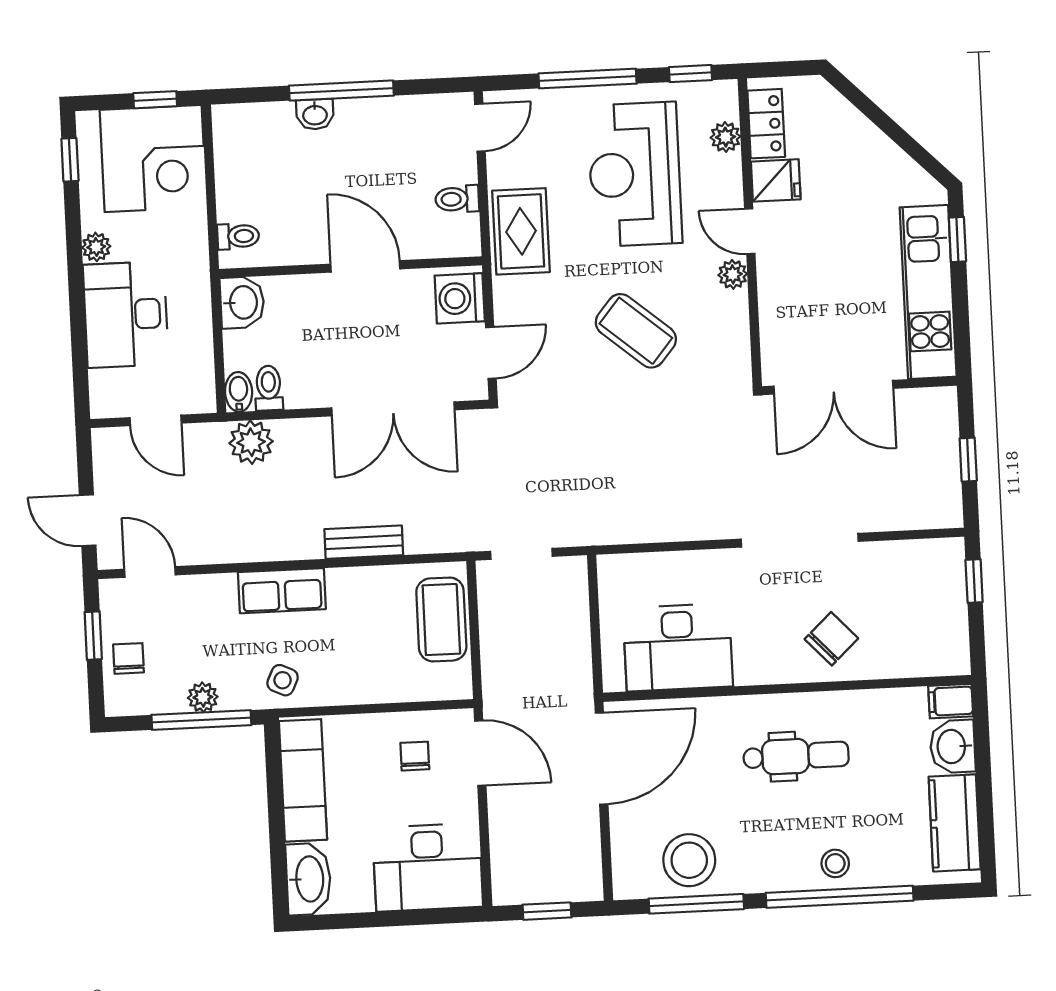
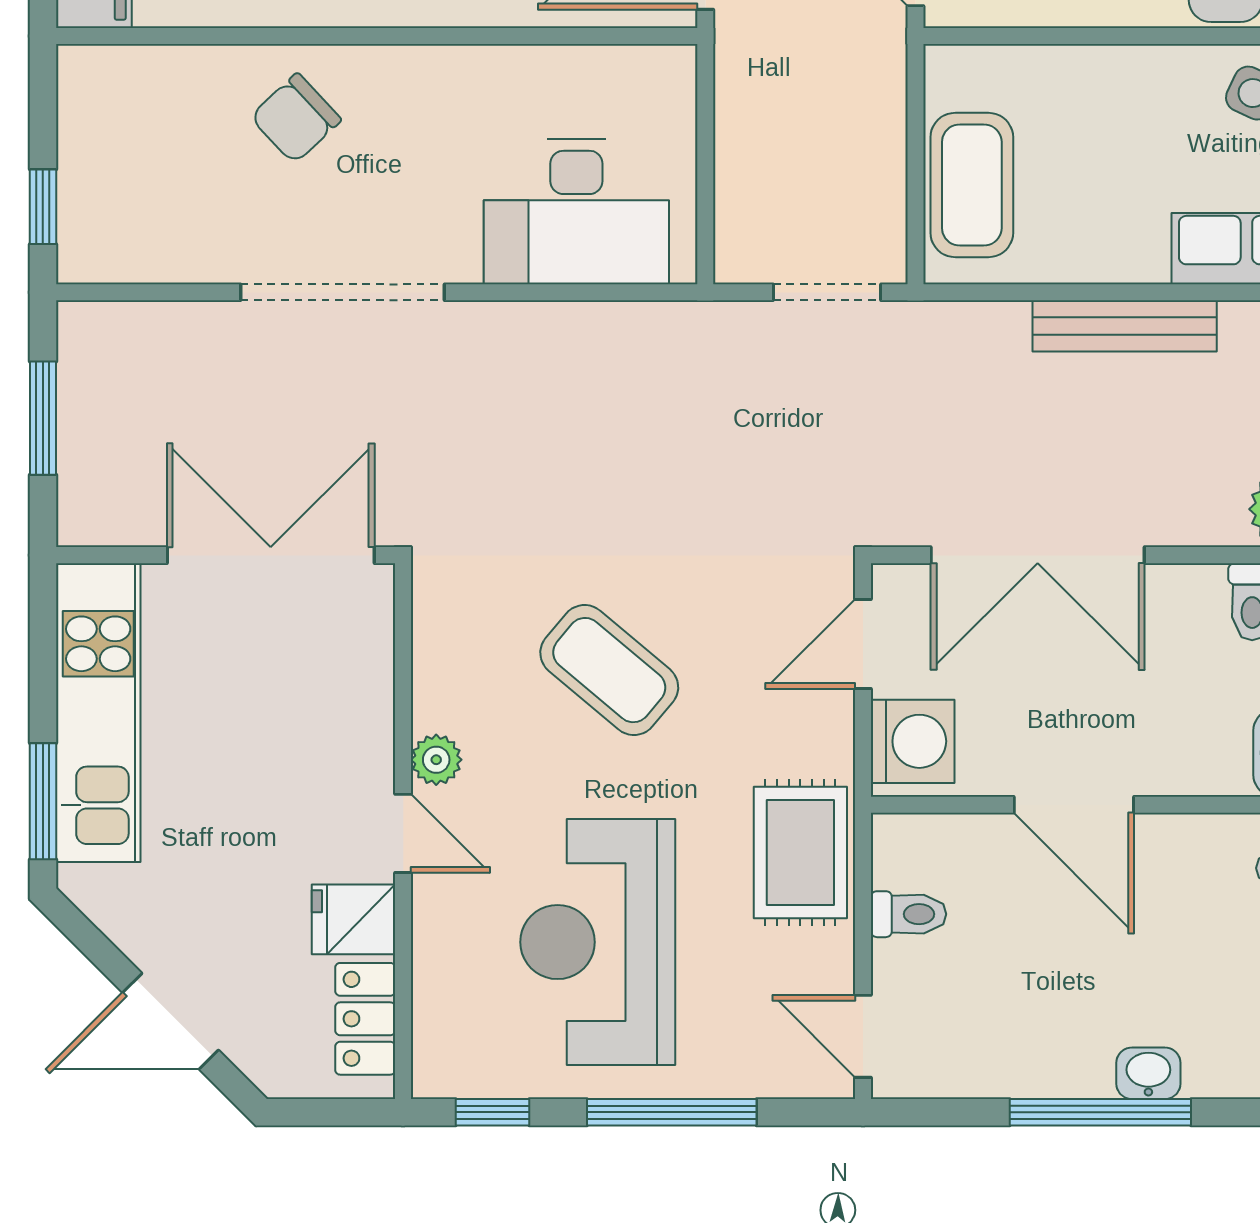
door: (878, 117) -> (171, 1021), added
door: (480, 128) -> (863, 1036), hinge flipped
plant: (725, 137) -> (437, 999), removed
reception desk: (635, 174) -> (598, 942), turned 180
window: (957, 239) -> (43, 801), width x1.50
double door: (393, 409) -> (1038, 555), swing flipped
window: (968, 460) -> (43, 418), width x1.50
bench: (364, 542) -> (1125, 326), width x1.36
desk: (678, 647) -> (576, 212), moved, turned 180

